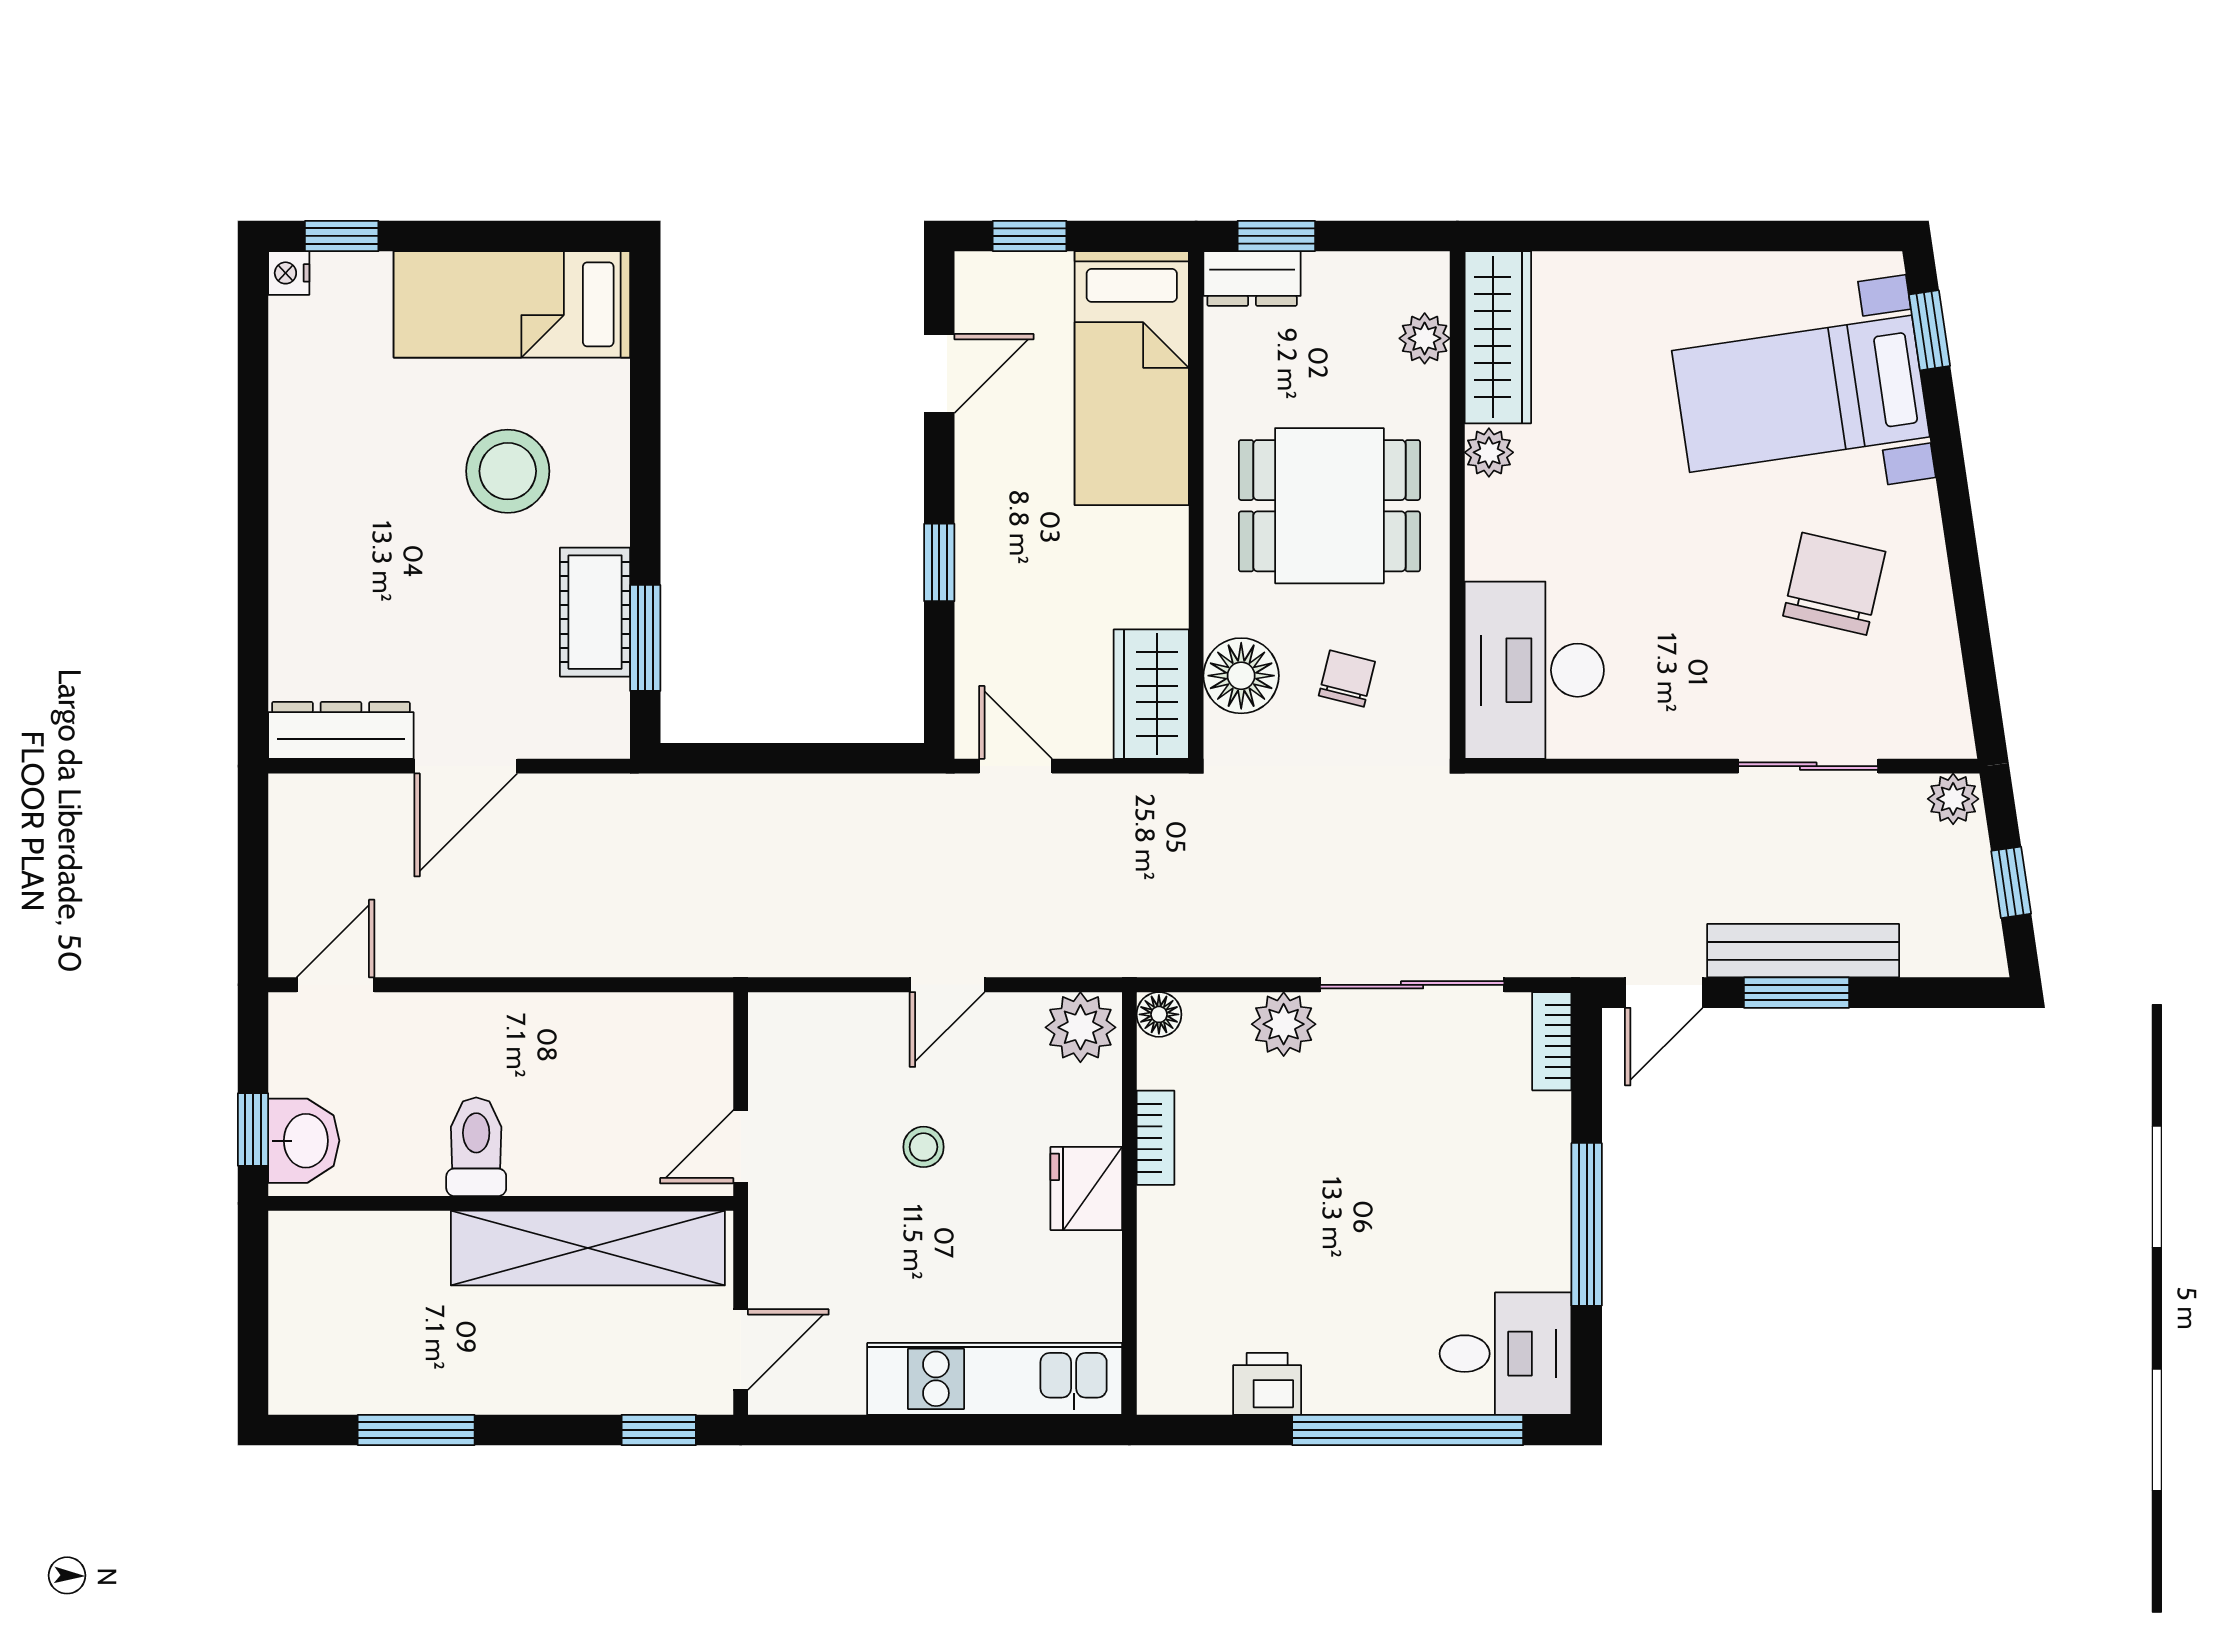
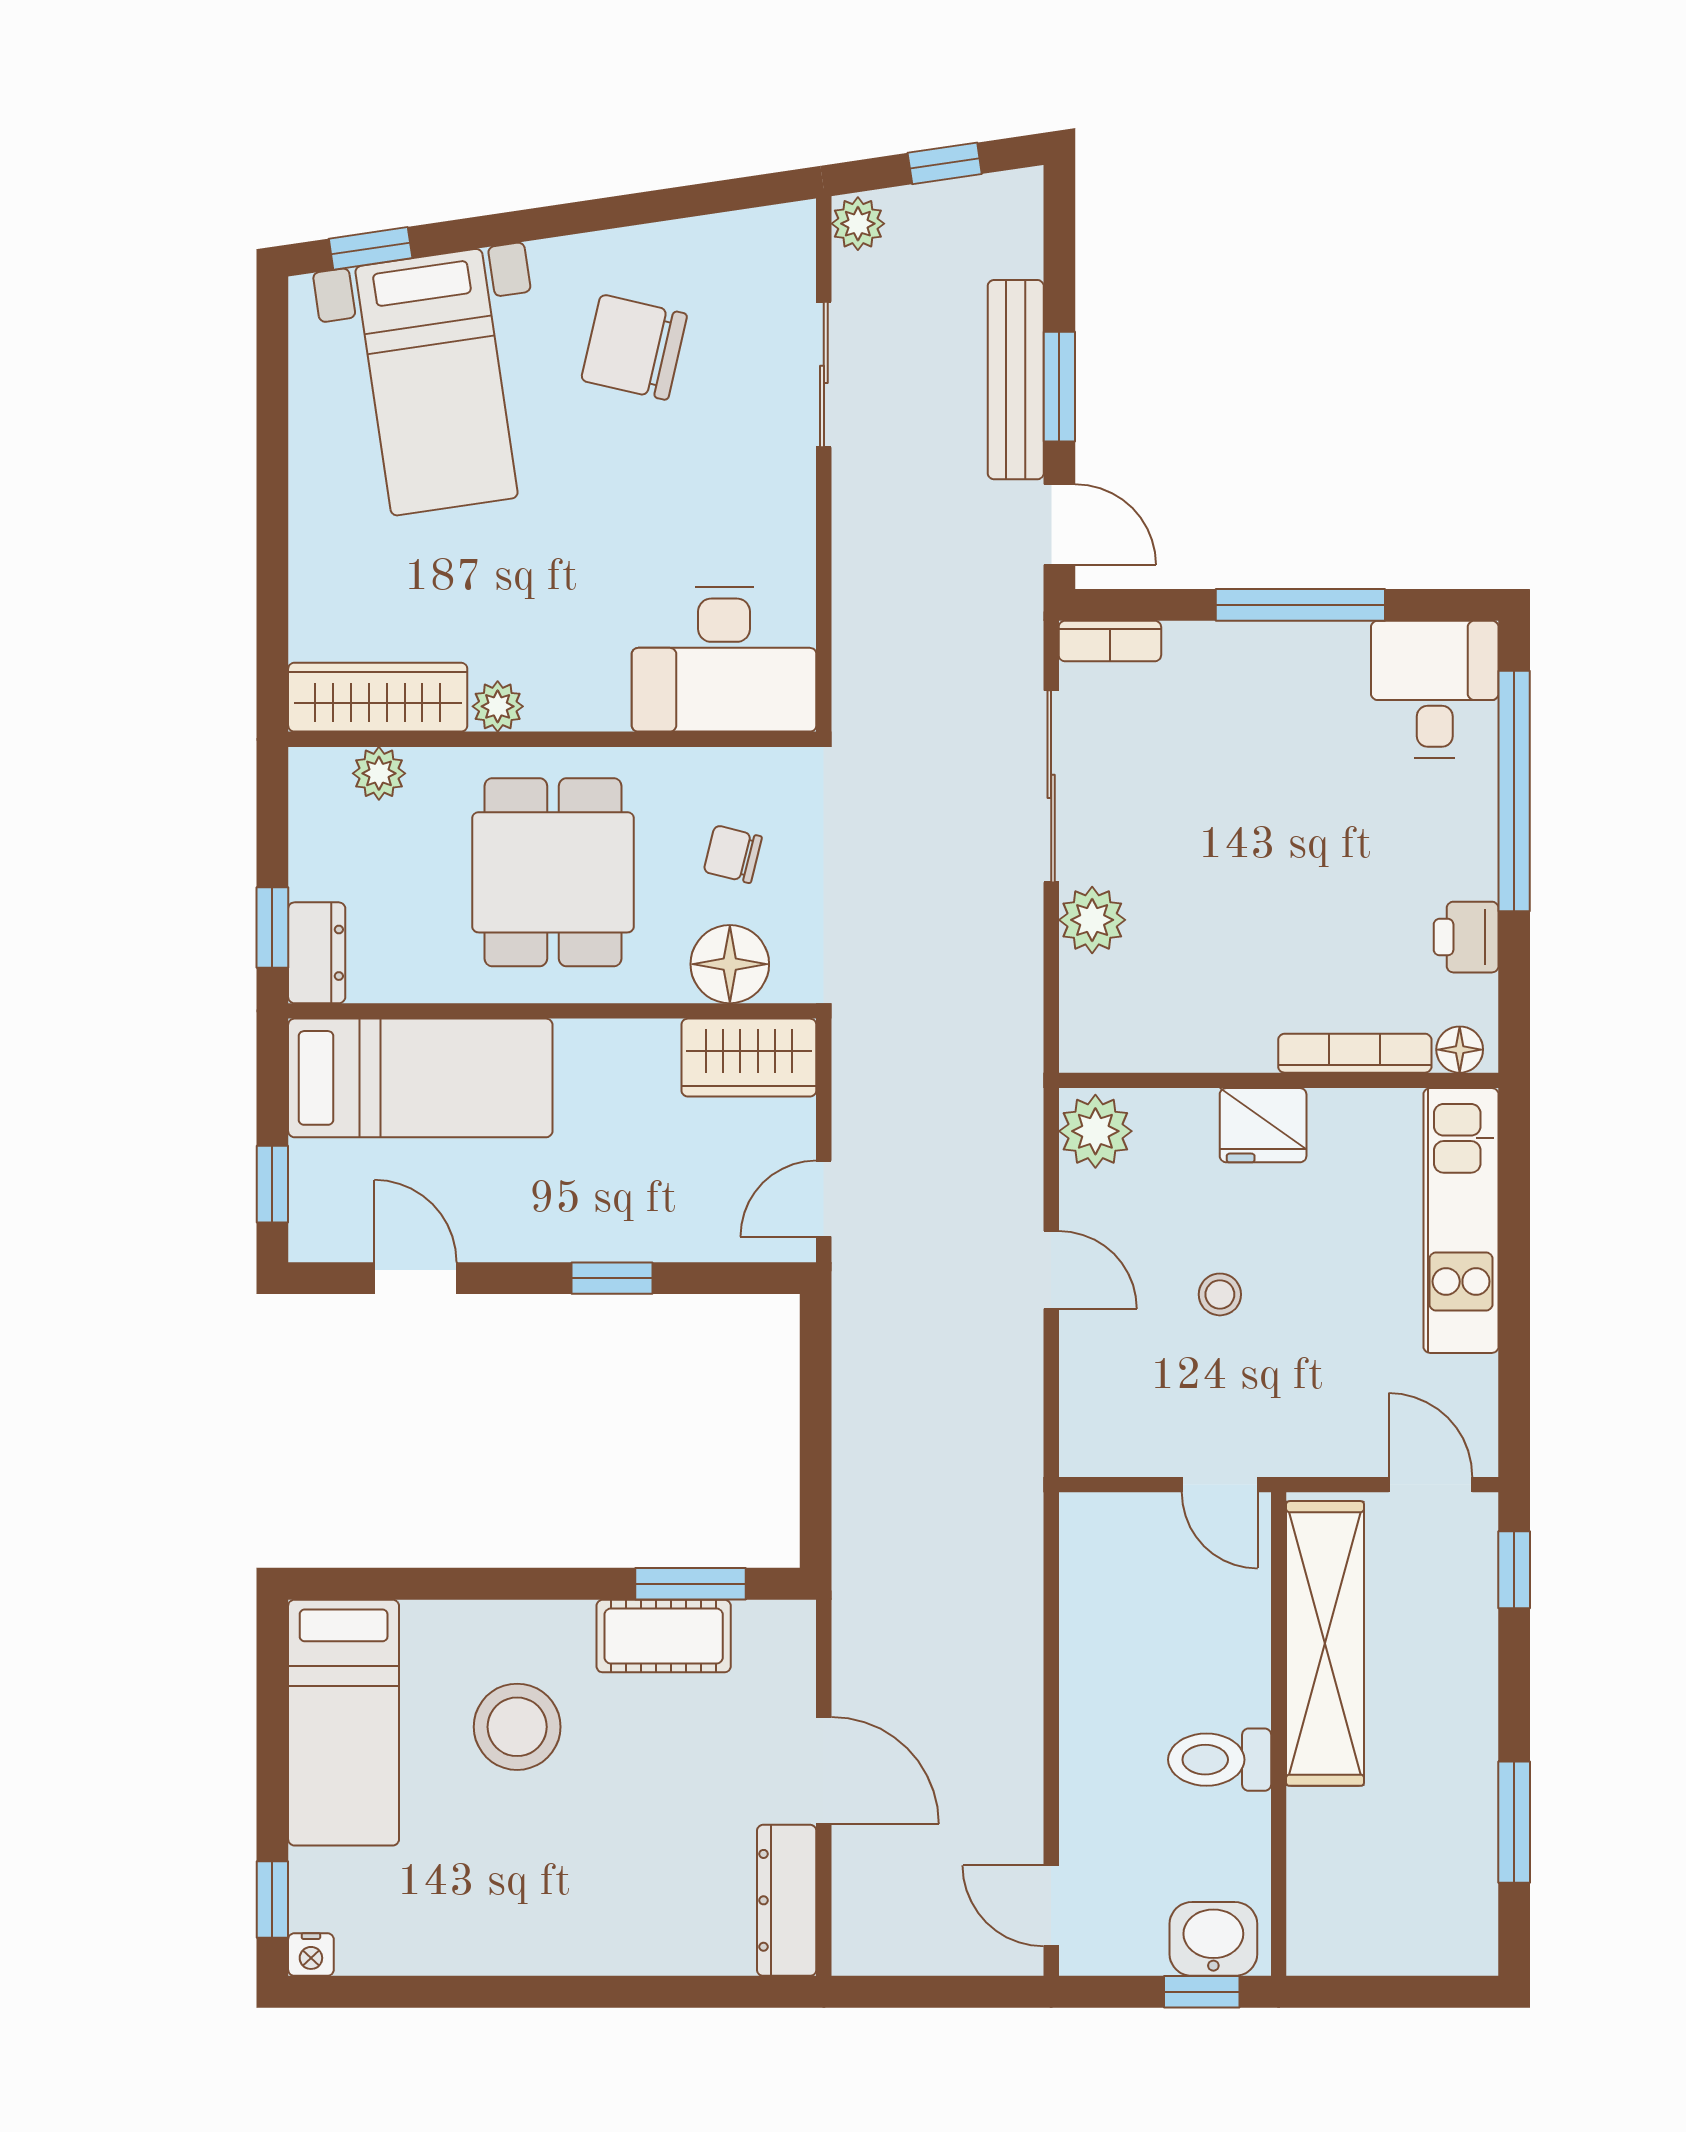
floor lamp: (1159, 1014) -> (1460, 1050), moved
bookcase: (1155, 1138) -> (1355, 1053), moved, width x1.56

